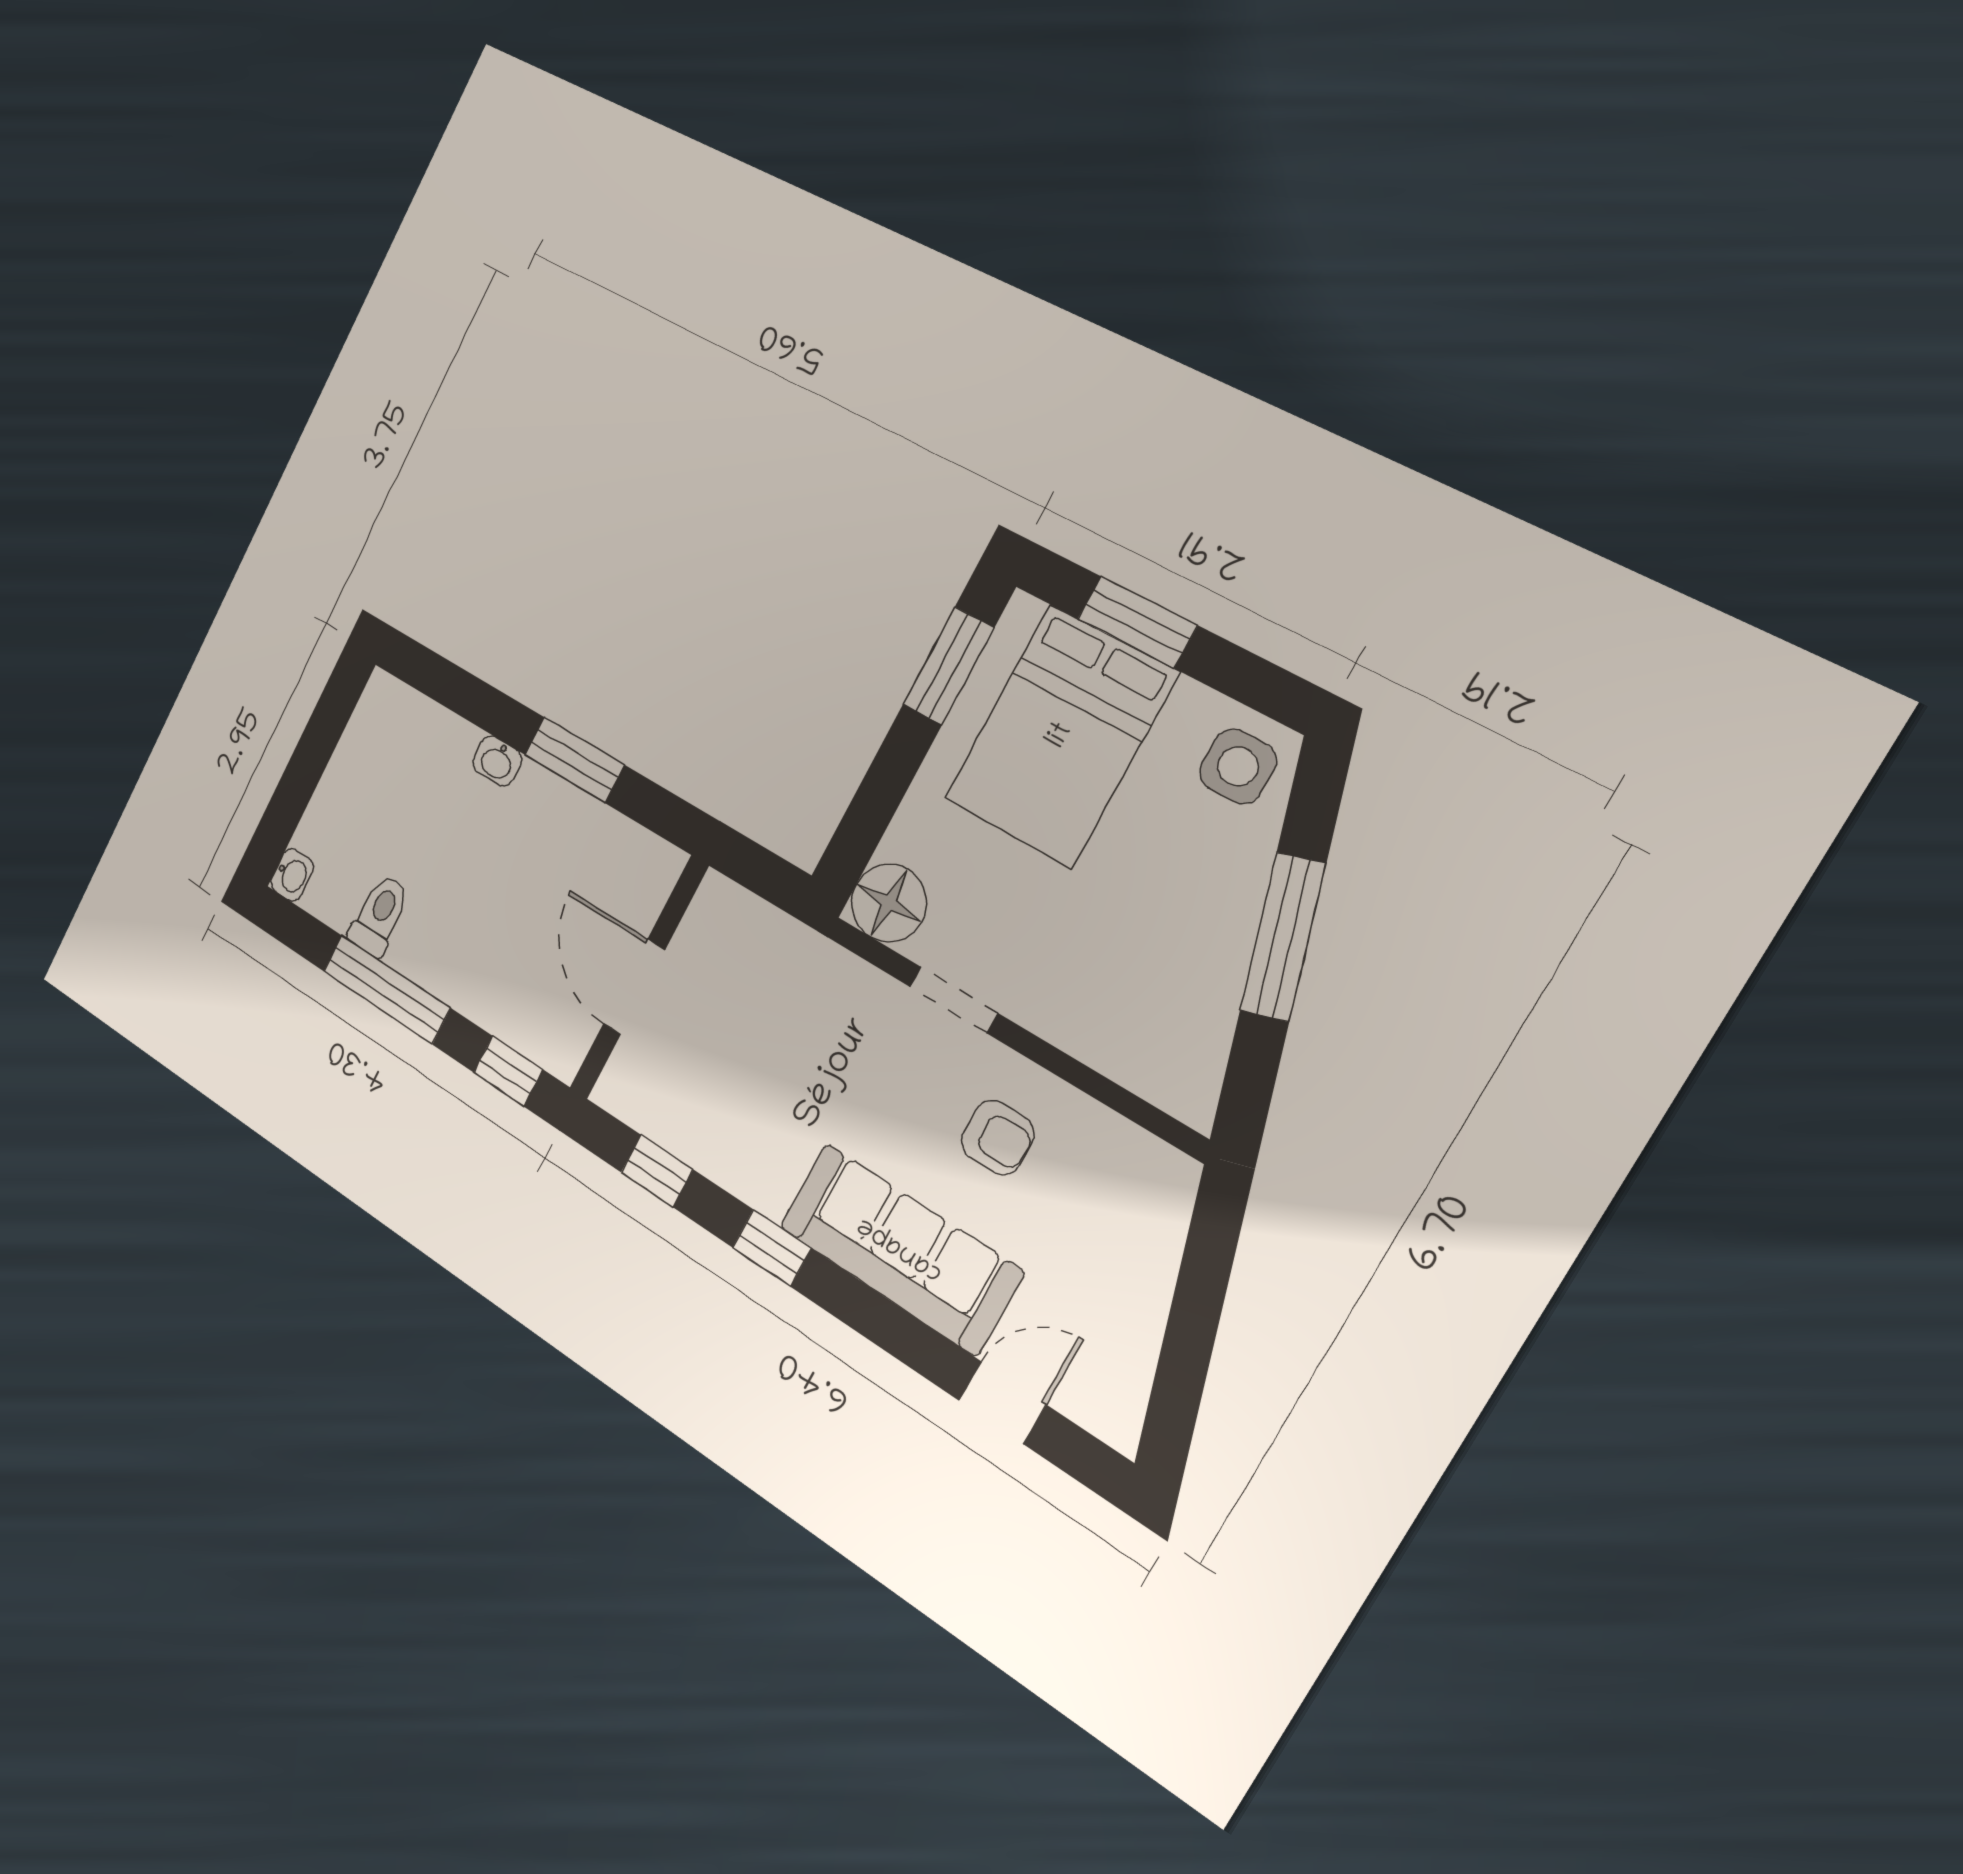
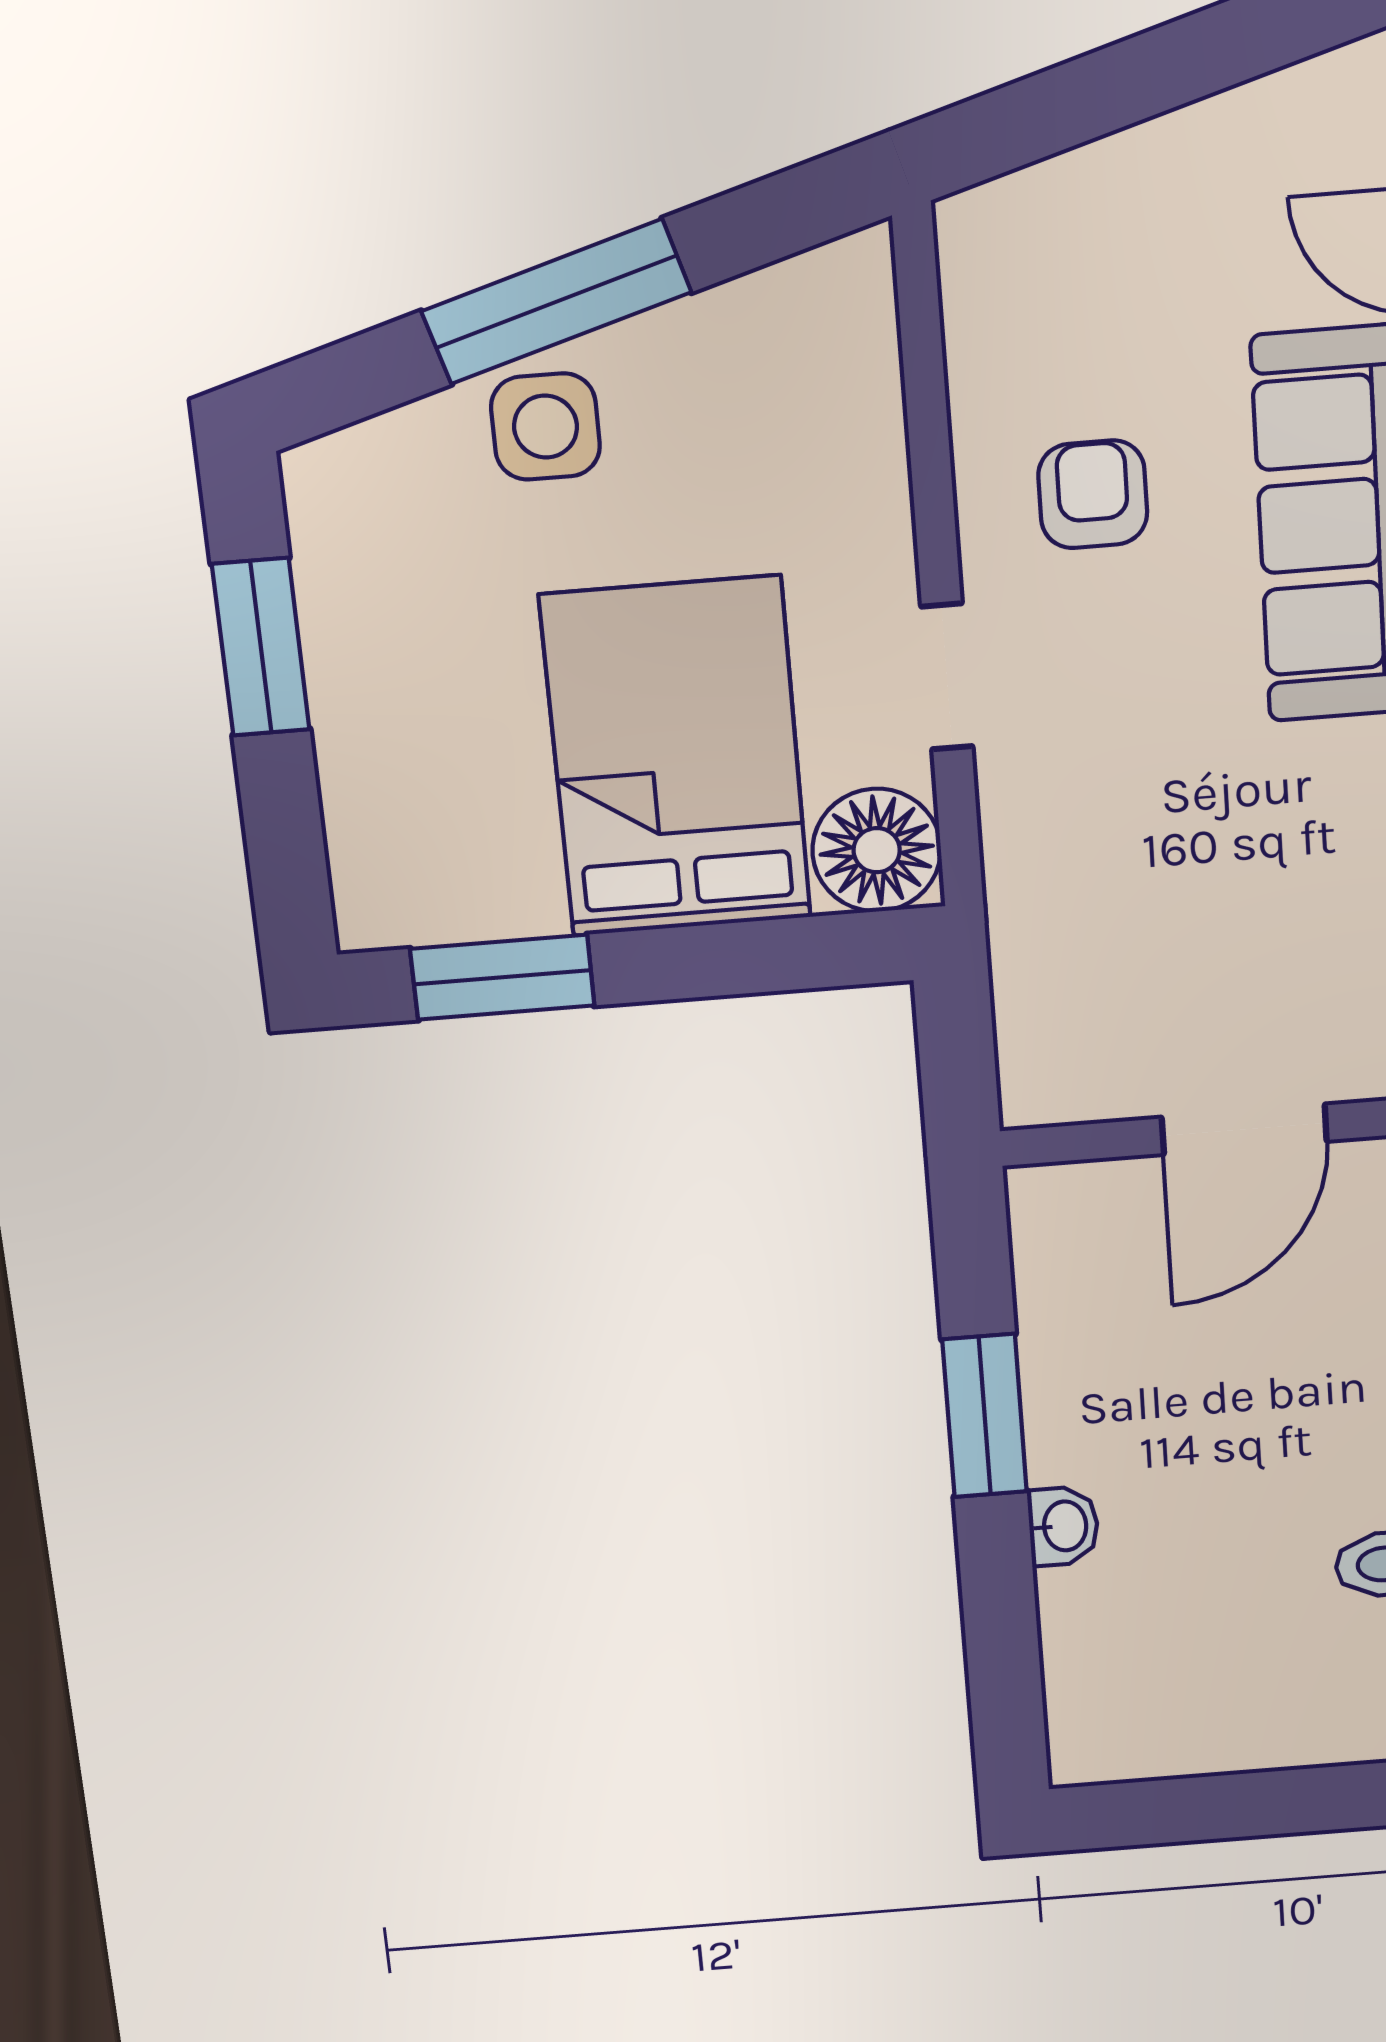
window: (1137, 622) -> (261, 647), moved
bed: (1061, 736) -> (676, 757), moved, turned -90
side table: (1238, 767) -> (546, 427), moved

